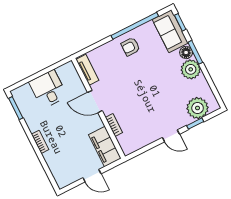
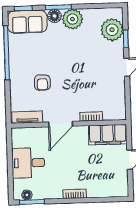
armchair: (131, 47) -> (42, 83), moved
floor lamp: (20, 101) -> (27, 195), added

